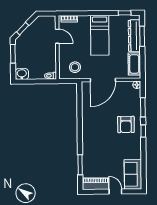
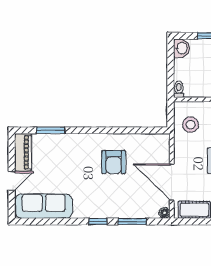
door: (103, 80) -> (172, 182), moved
armchair: (126, 124) -> (114, 162), moved, turned -90
sofa: (133, 174) -> (44, 206), width x1.36

